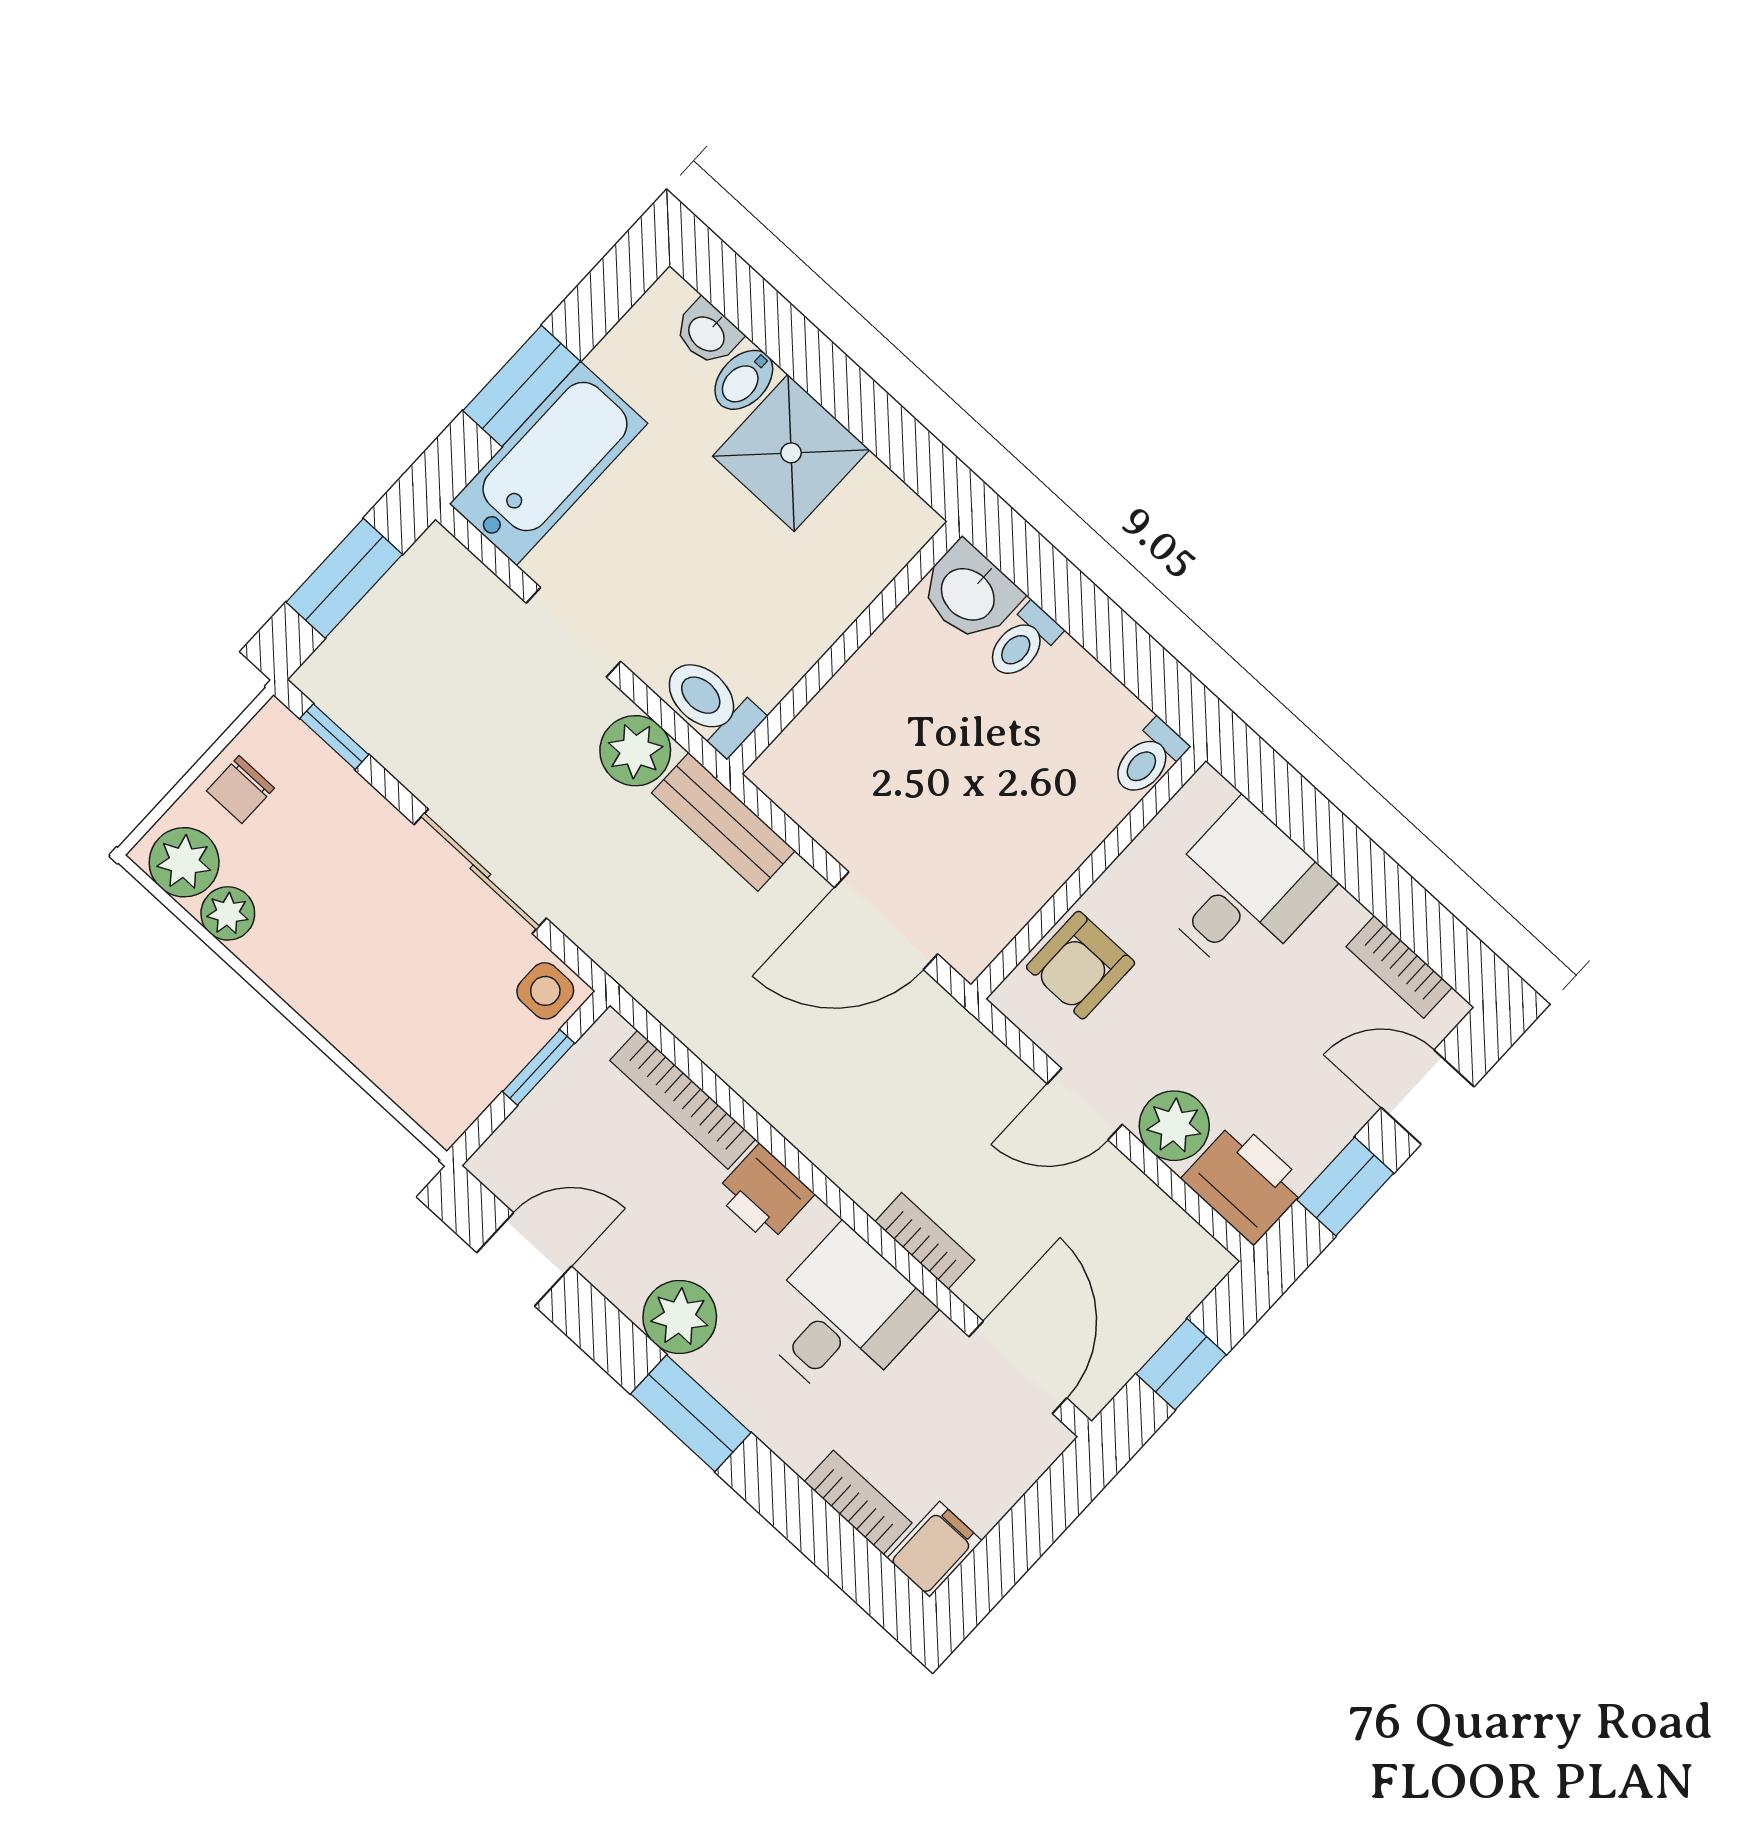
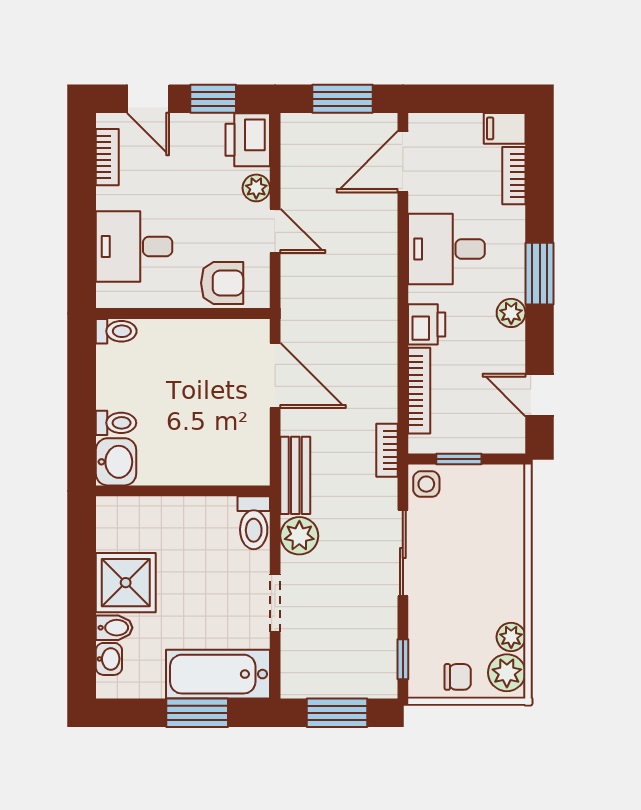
plant: (1174, 1126) -> (256, 188), width x0.73, depth x0.73
bookcase: (925, 1241) -> (387, 450), moved
plant: (680, 1317) -> (511, 313), width x0.73, depth x0.73
window: (1181, 1364) -> (342, 99), width x1.50

